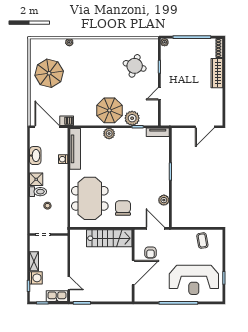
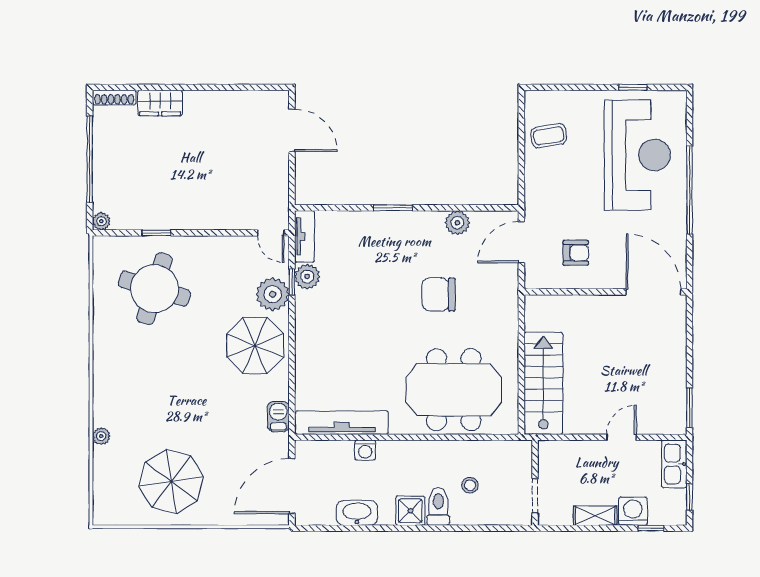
round table: (135, 66) -> (155, 289), width x1.36, depth x1.36
wardrobe: (217, 73) -> (160, 103), width x0.67
door: (159, 94) -> (271, 233), moved
barbecue: (67, 121) -> (278, 417), moved
plant: (109, 134) -> (307, 277), moved
chair: (123, 208) -> (439, 294), moved
stairs: (109, 238) -> (543, 383), moved
door: (133, 273) -> (654, 292), moved
door: (69, 283) -> (622, 437), moved

